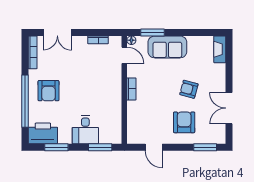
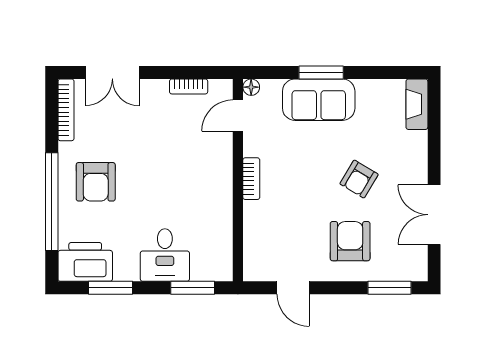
window: (153, 32) -> (321, 73), moved
door: (124, 55) -> (238, 116), swing flipped
armchair: (189, 89) -> (359, 179), turned -74

